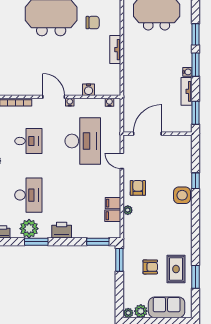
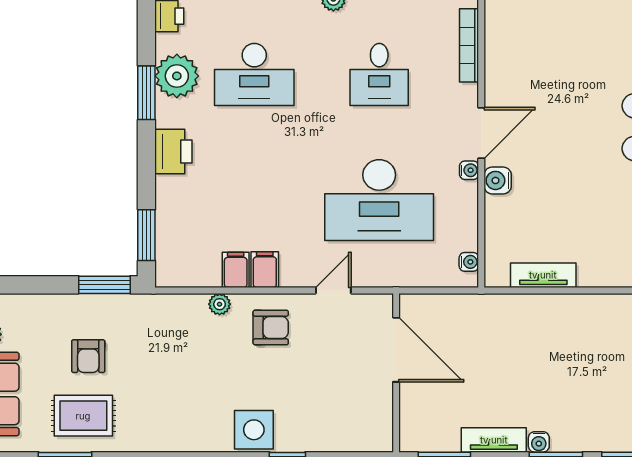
tv unit: (115, 50) -> (543, 275), moved
water cooler: (89, 90) -> (498, 180), moved
filing cabinet: (113, 216) -> (265, 270), moved

